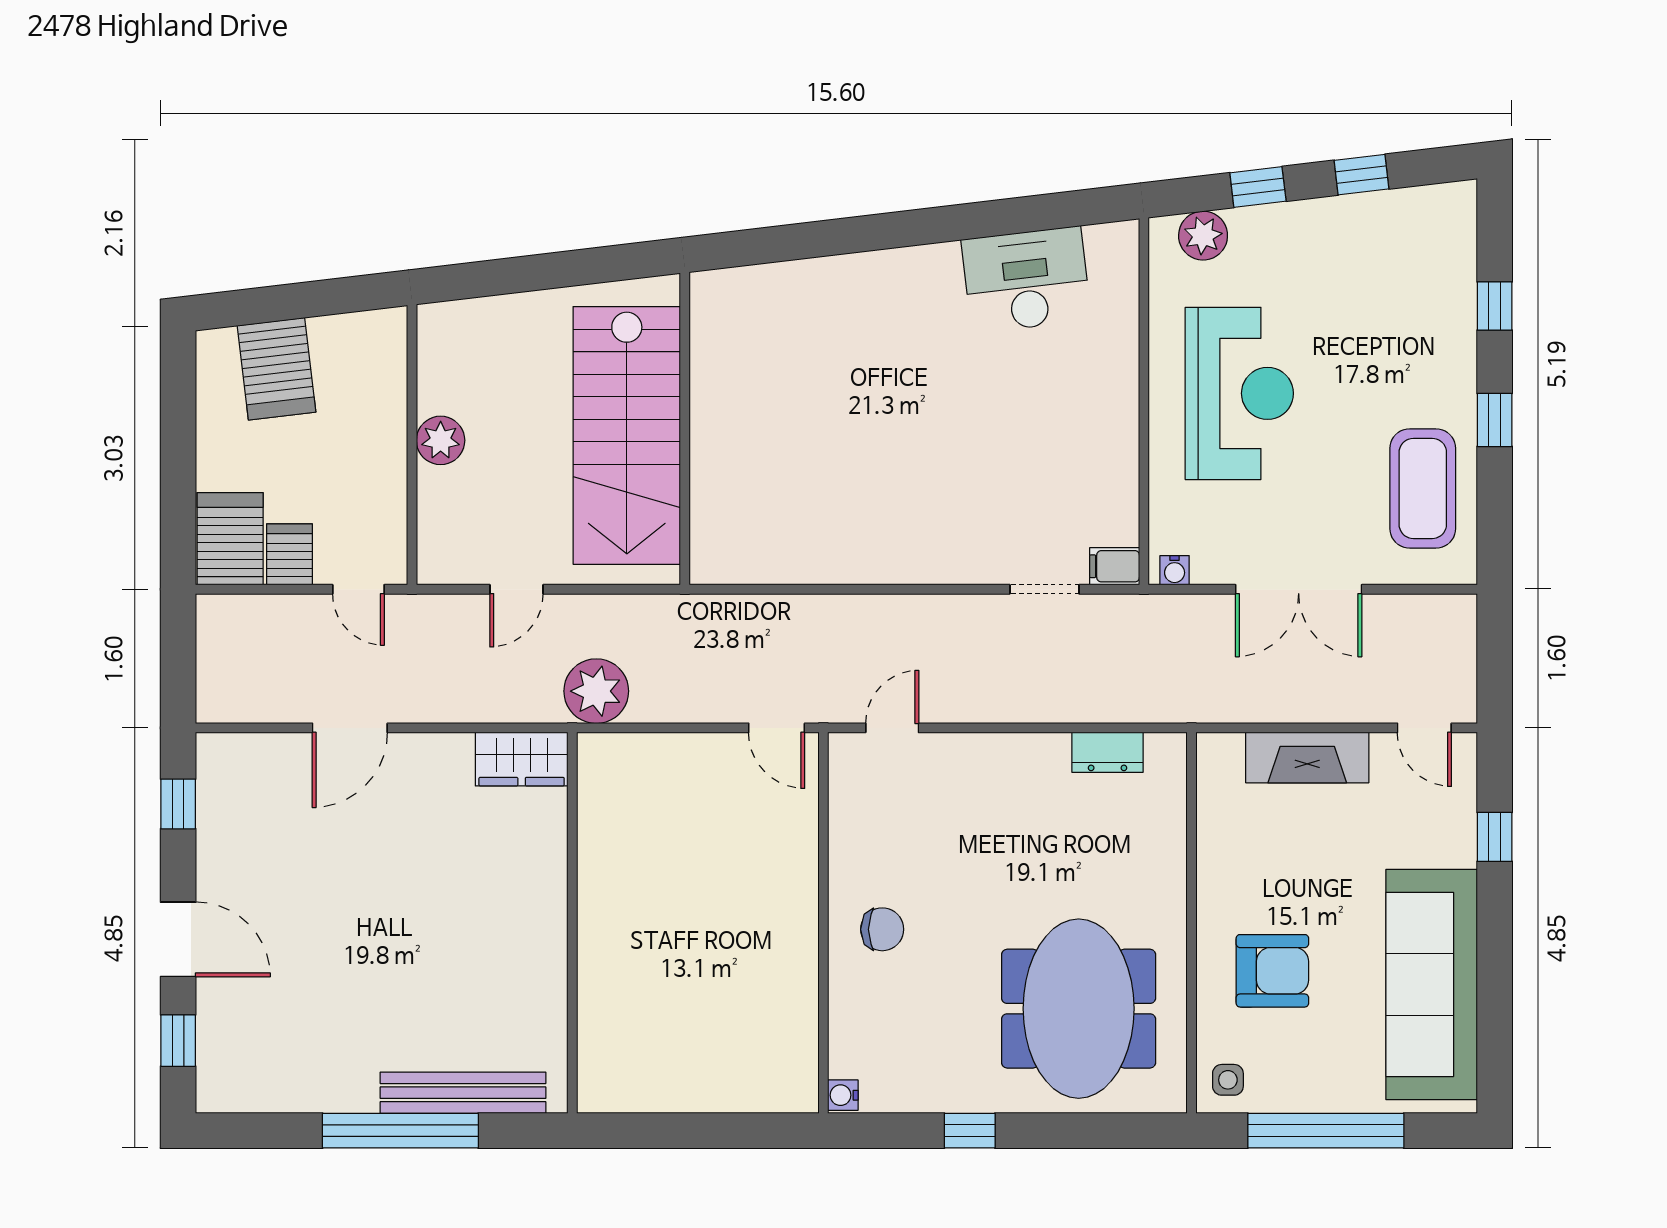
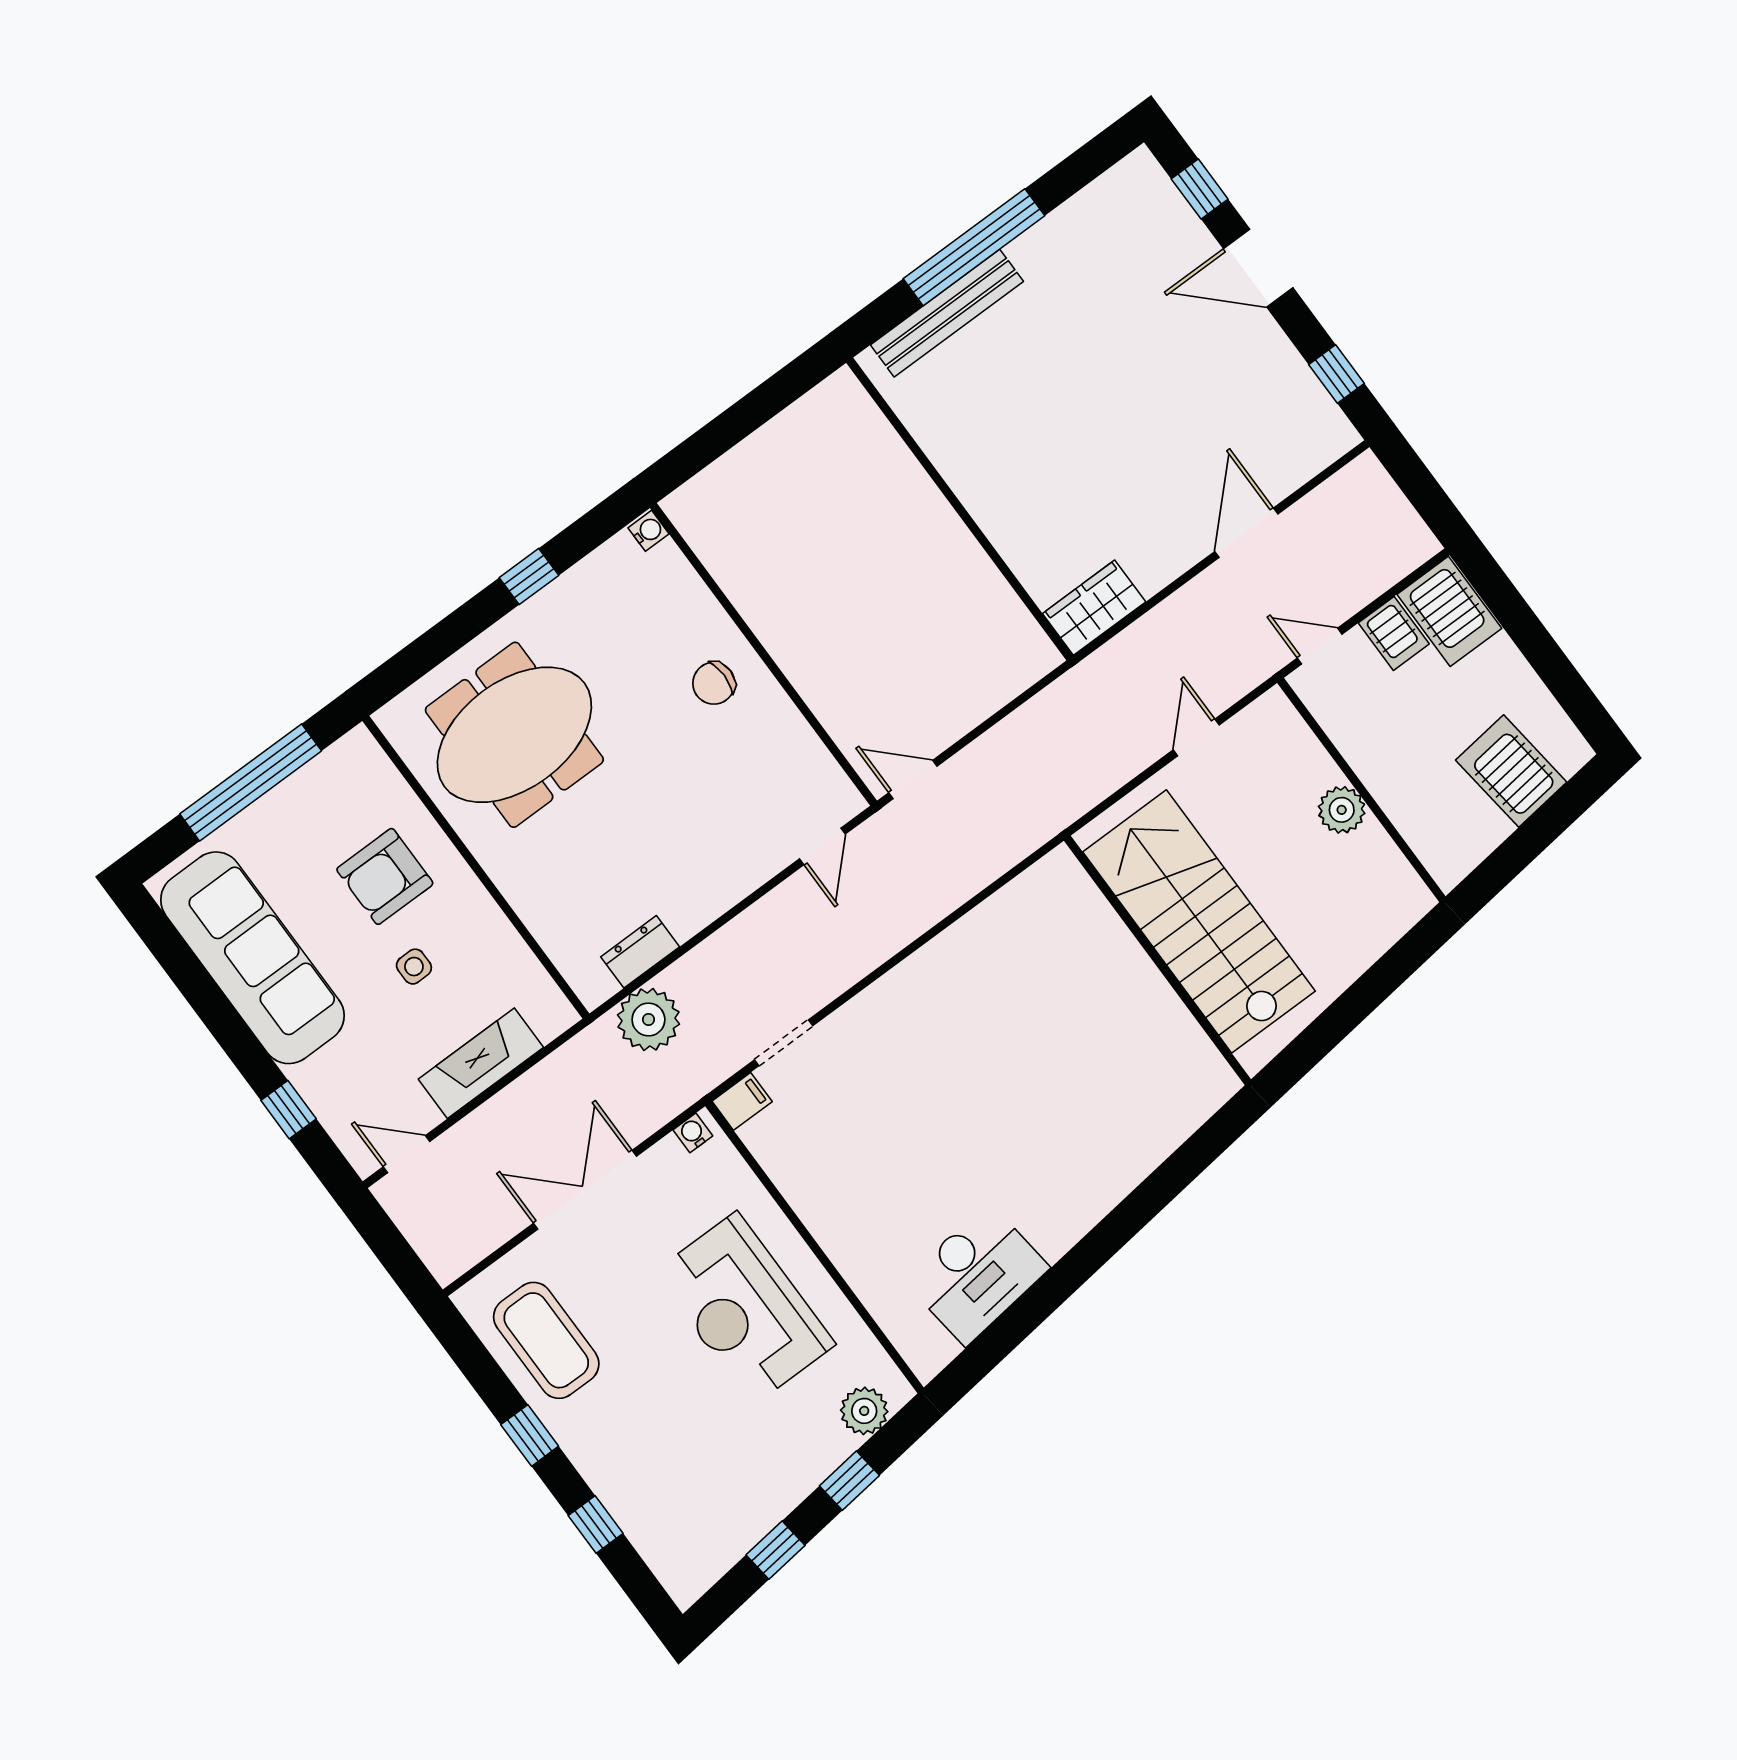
plant: (596, 691) -> (648, 1020), moved
meeting table: (1079, 1009) -> (514, 735), turned 90
side table: (1228, 1080) -> (414, 967), moved

